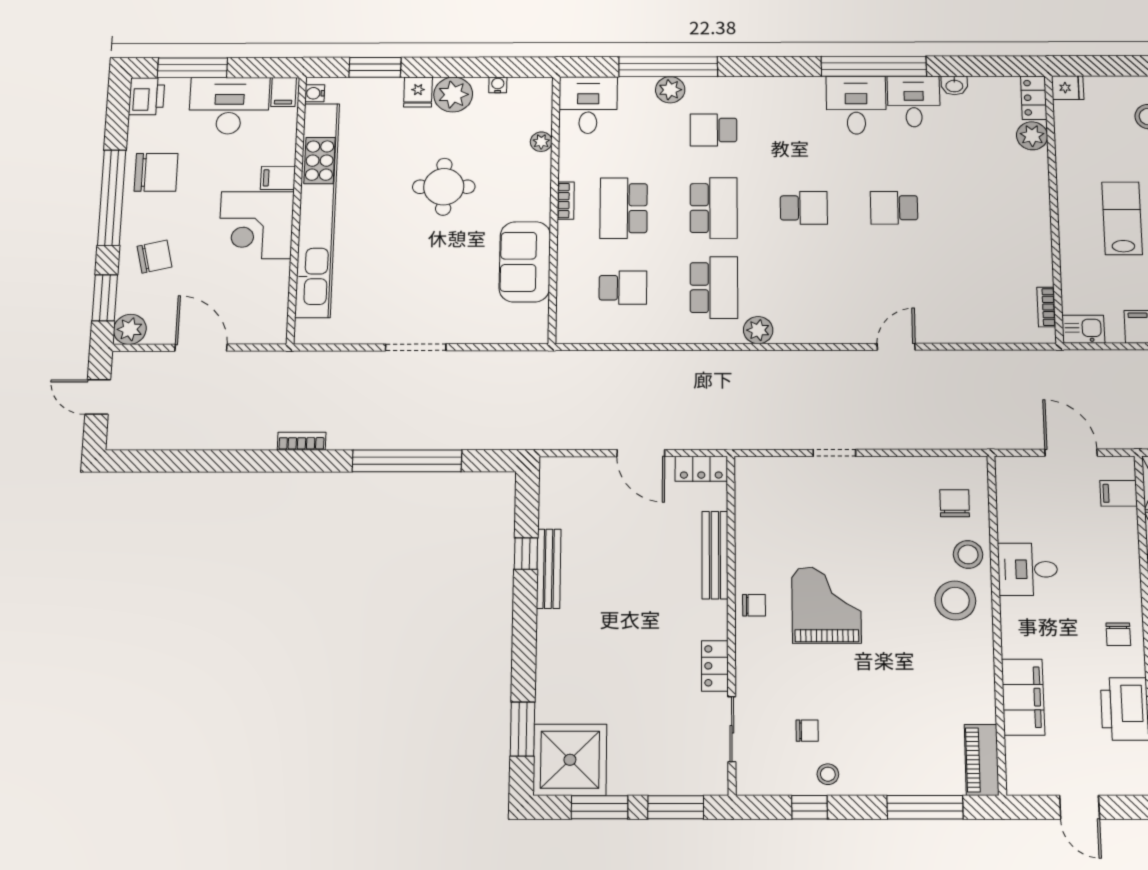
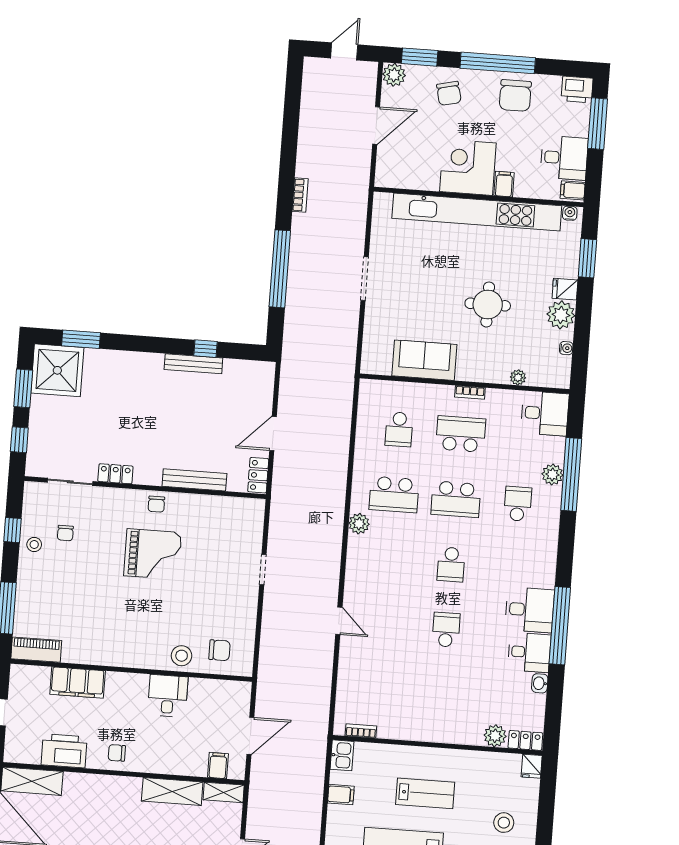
desk: (229, 106) -> (564, 158), width x0.73
stool: (955, 600) -> (149, 643), removed
window: (676, 807) -> (19, 440), width x0.67

